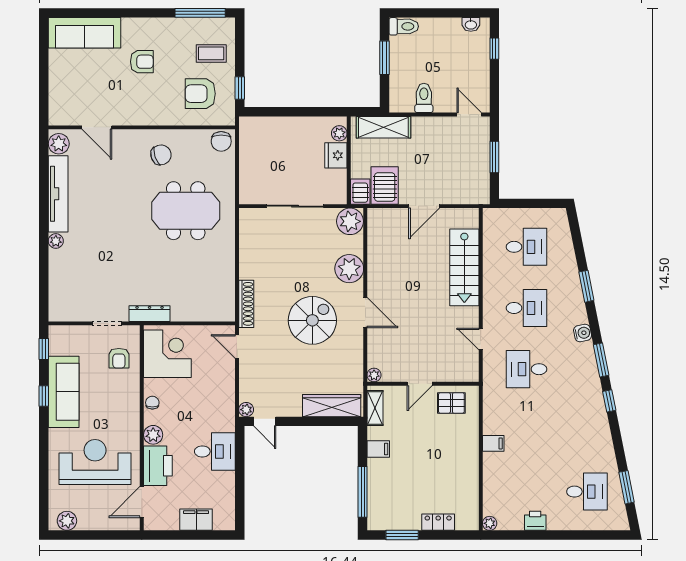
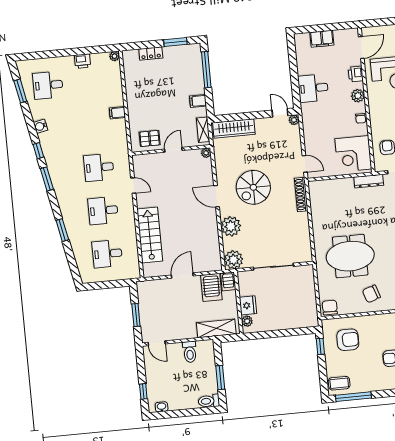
coffee table: (211, 53) -> (339, 383), moved
water cooler: (583, 333) -> (40, 126), moved
desk: (526, 369) -> (99, 167), turned 180
printer: (158, 466) -> (356, 74), width x0.53, depth x0.68

